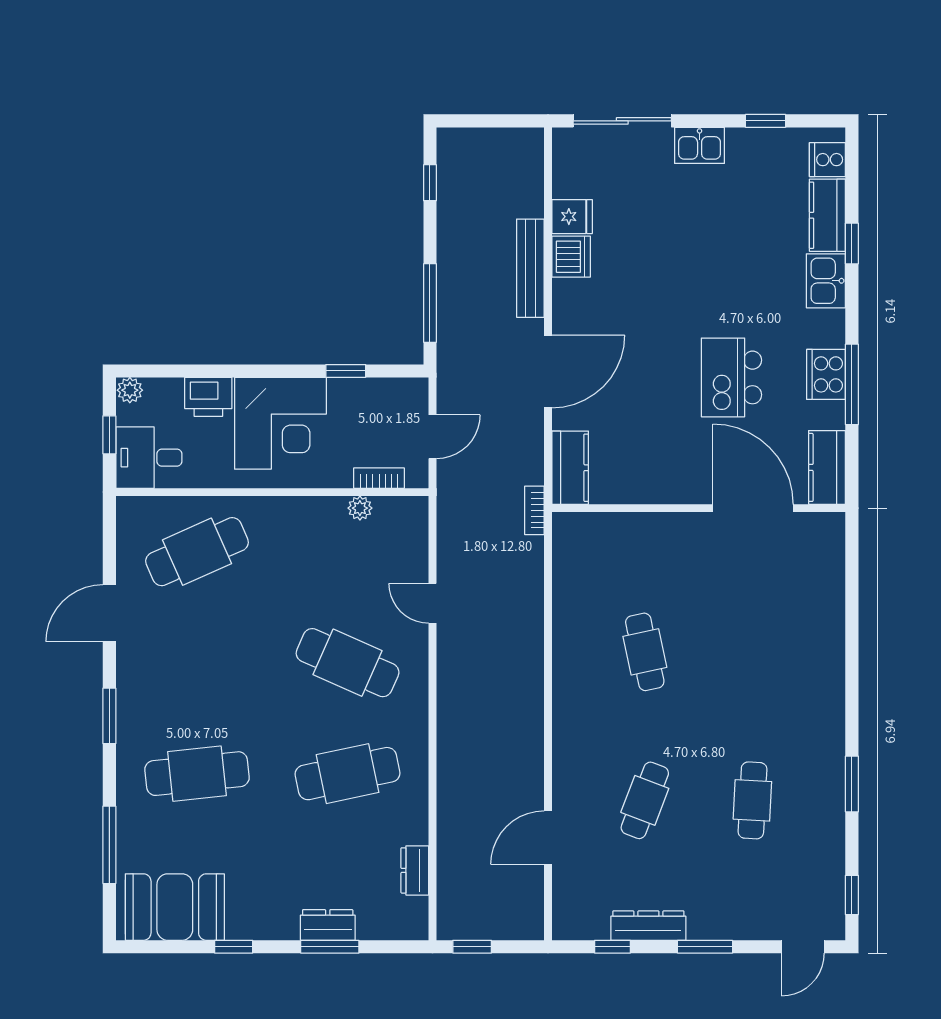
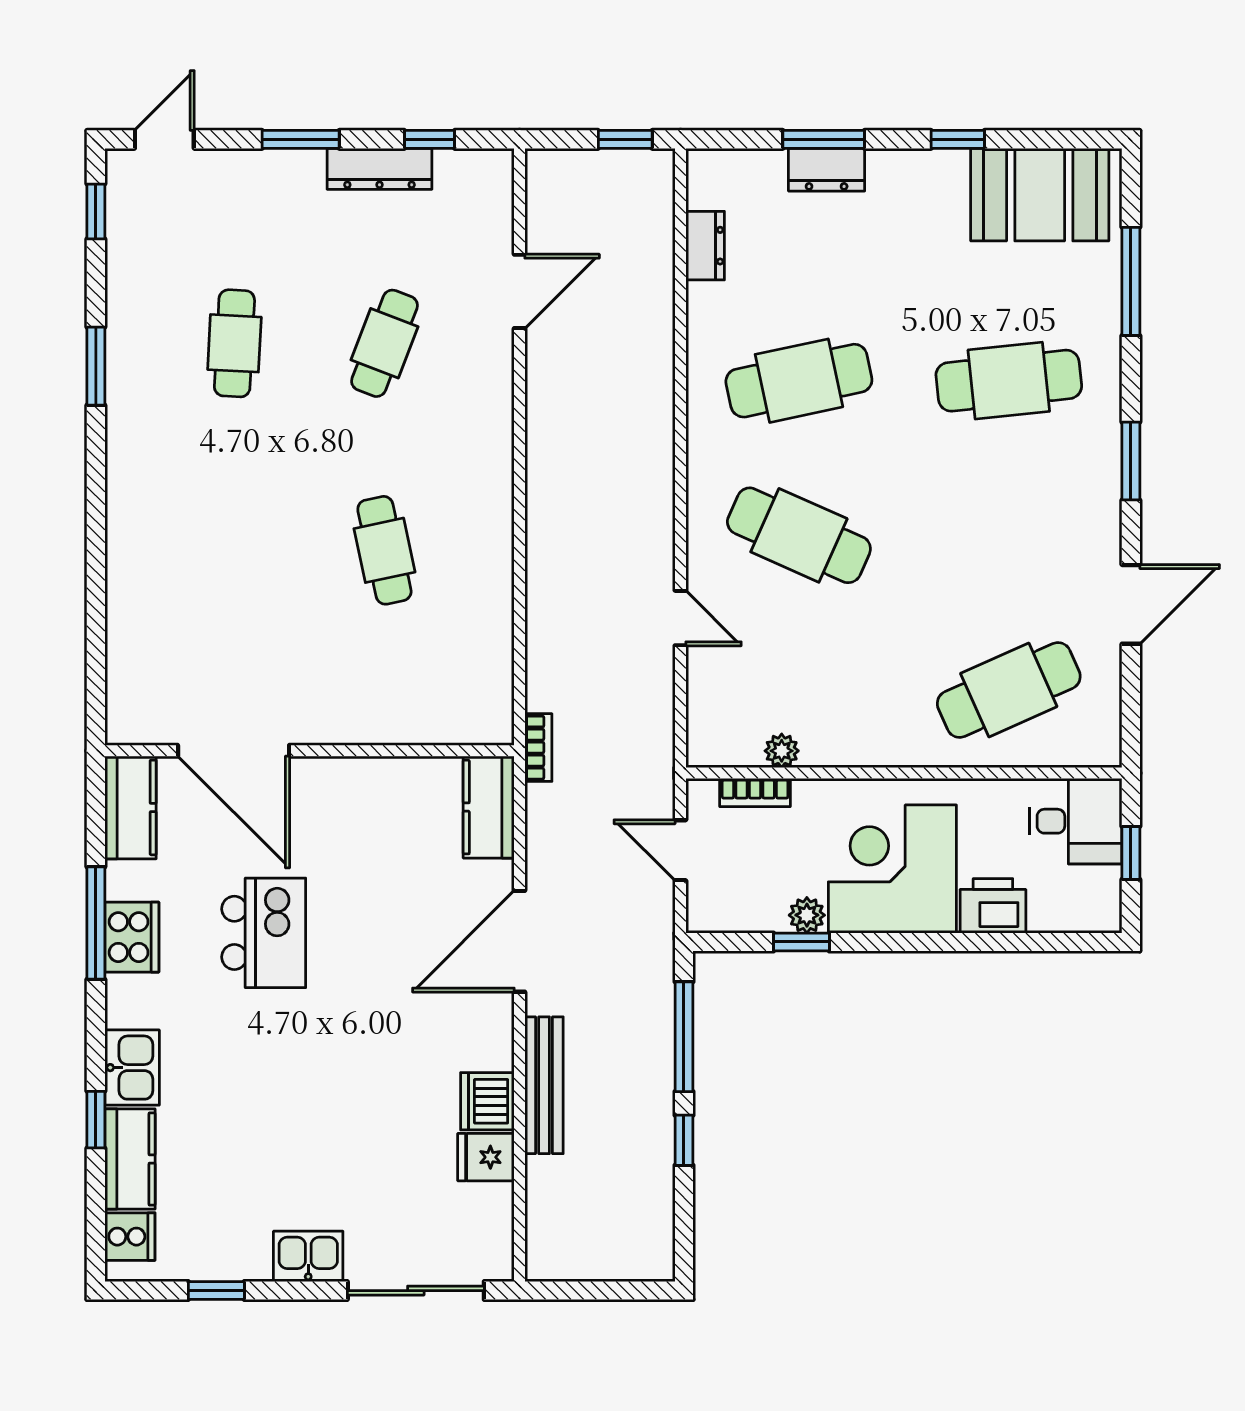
window: (430, 183) -> (684, 1140), moved
plant: (130, 390) -> (807, 915), moved
door: (433, 437) -> (680, 850), hinge flipped

